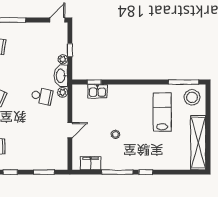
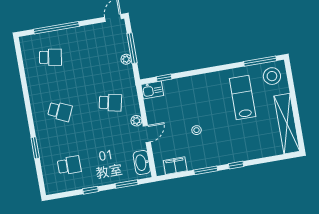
window: (70, 50) -> (132, 48), width x2.17
washbasin: (61, 76) -> (142, 163), moved
kitchen sink: (97, 91) -> (152, 90), moved
plant: (63, 92) -> (136, 121), moved
window: (117, 172) -> (206, 170), width x0.69

